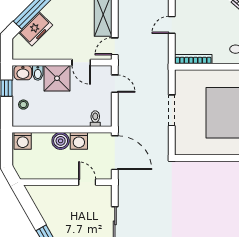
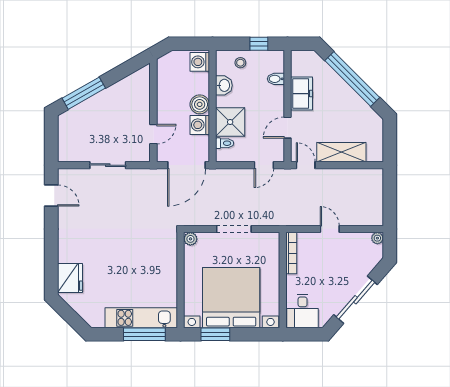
freezer: (36, 29) -> (301, 94), moved, turned -135
washbasin: (23, 73) -> (224, 85), moved, turned 180
shower: (57, 78) -> (230, 122), moved
plant: (181, 149) -> (190, 239), added

